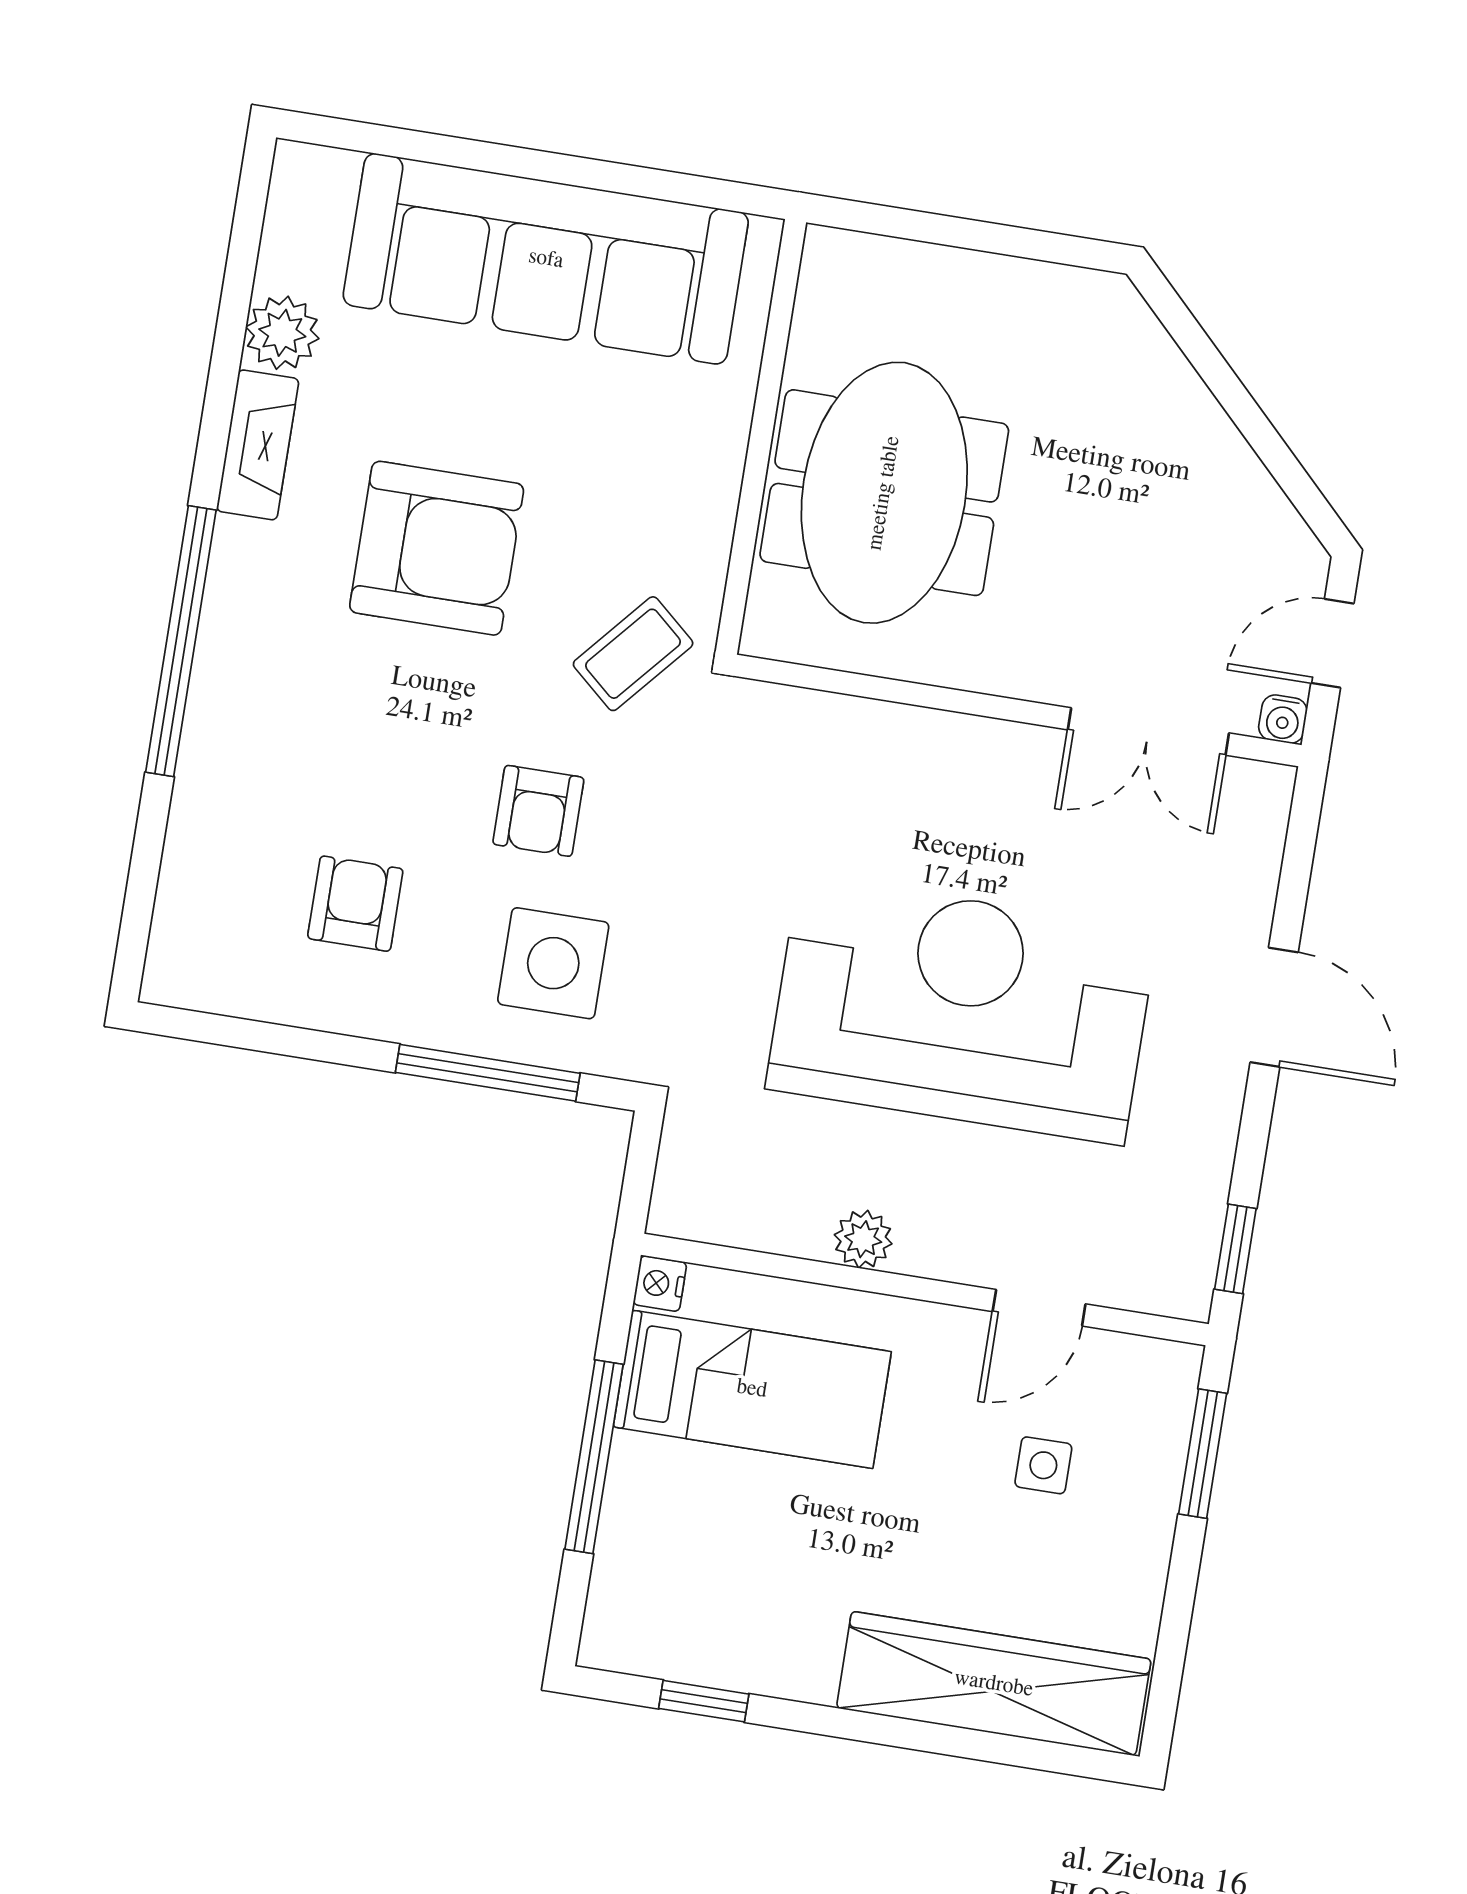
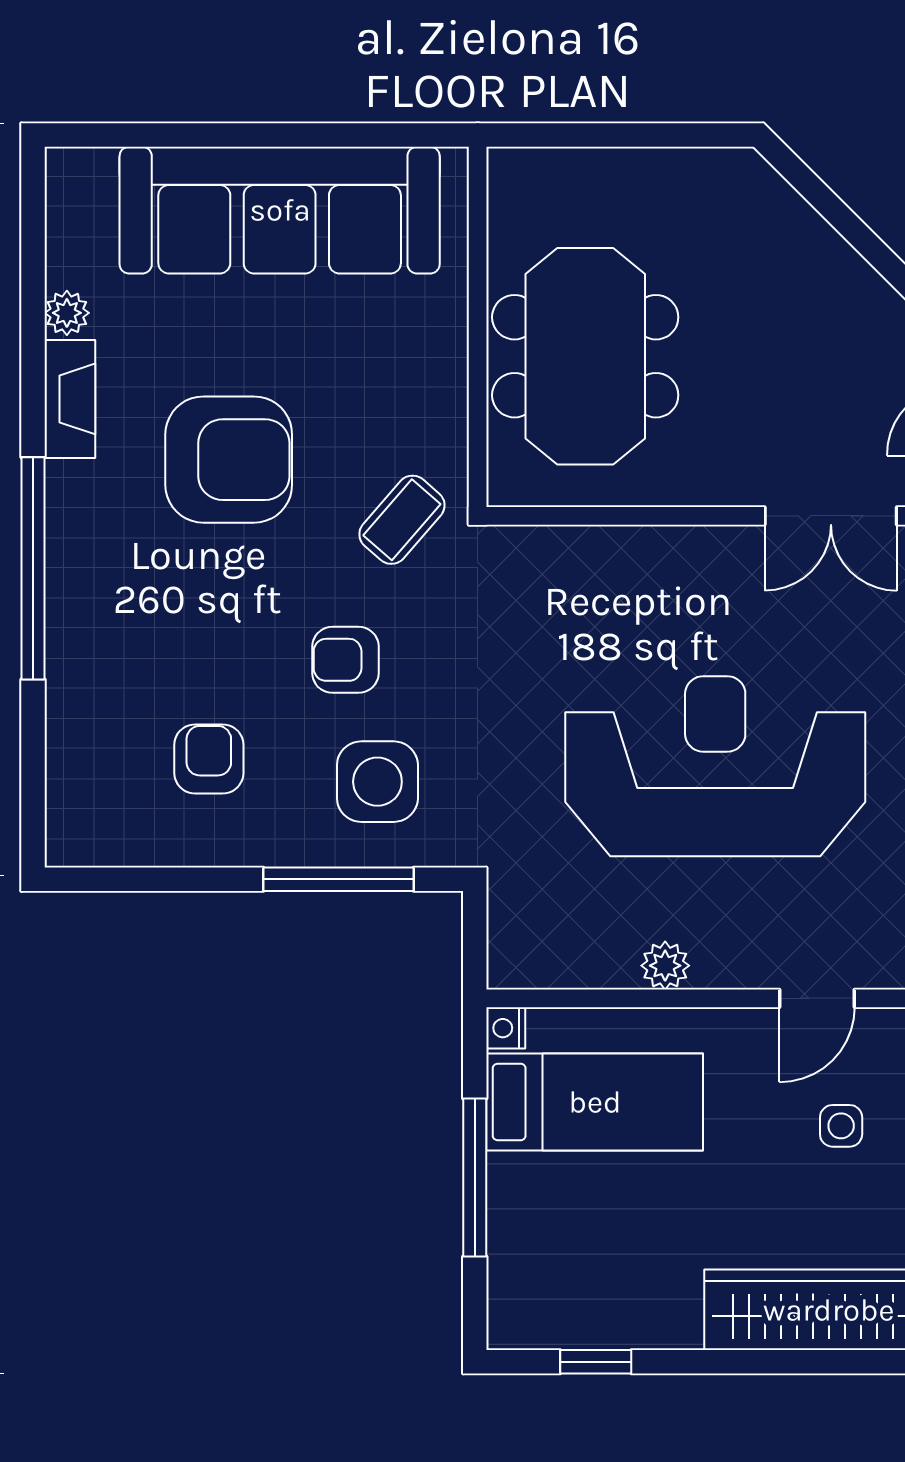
plant: (282, 333) -> (67, 313), width x0.73, depth x0.73
armchair: (538, 811) -> (345, 660), turned 90

